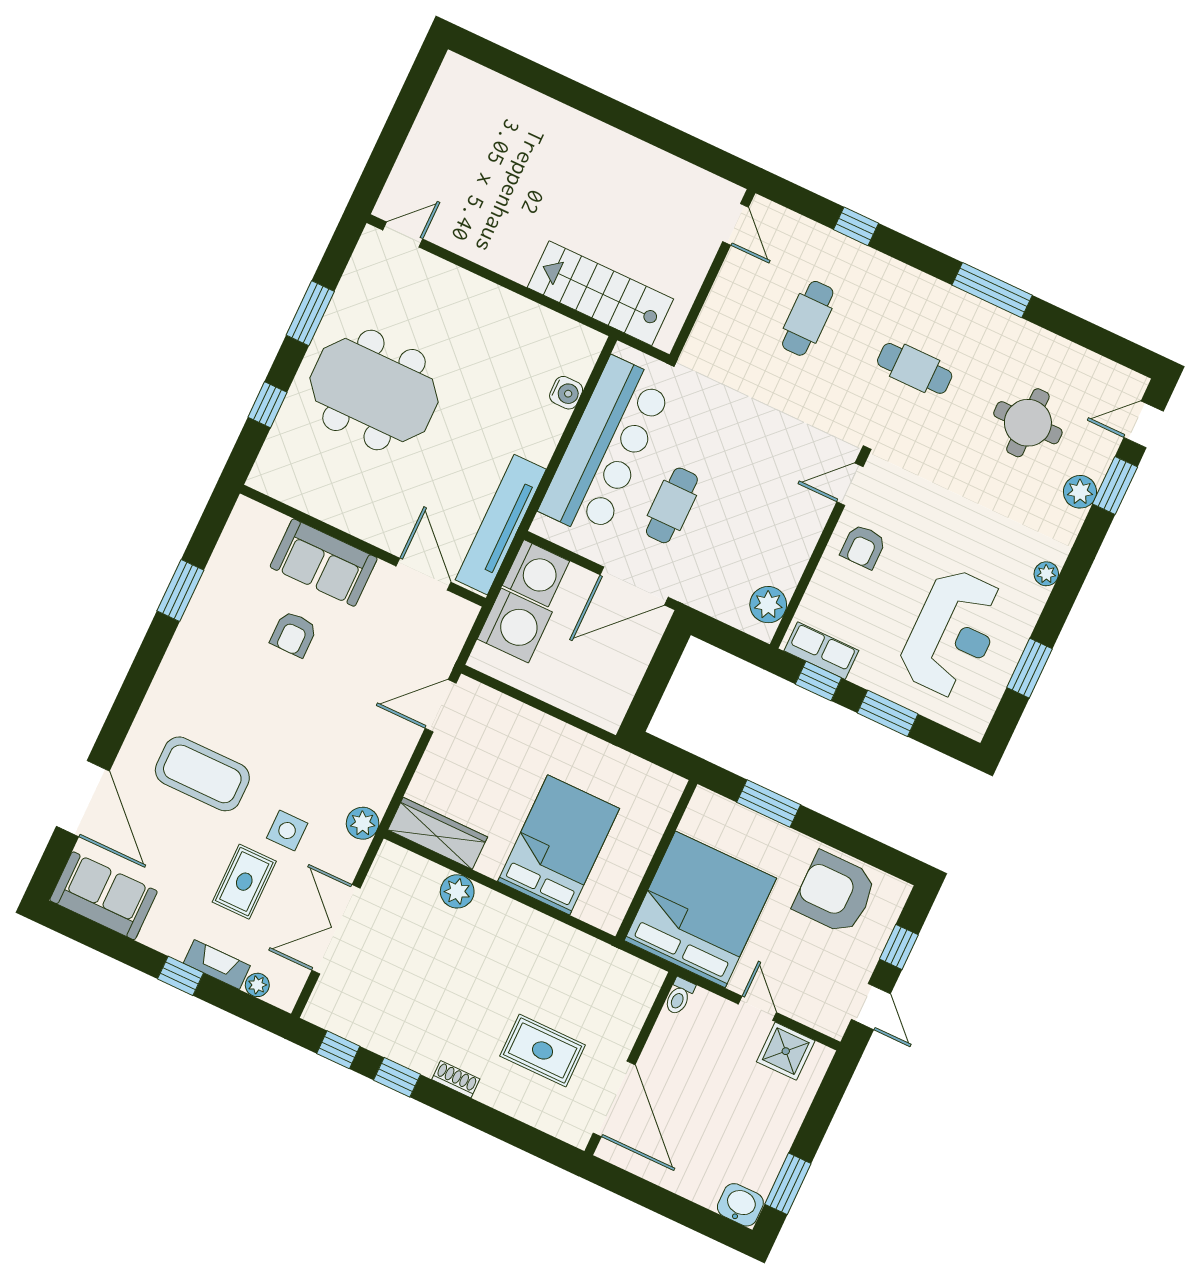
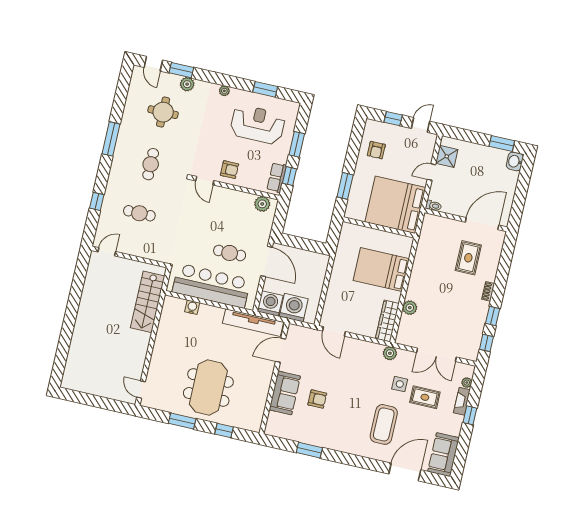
armchair: (835, 893) -> (376, 150), width x0.53, depth x0.53

